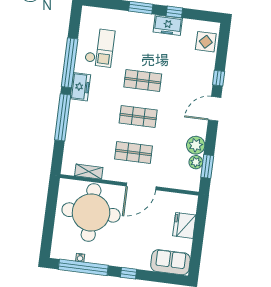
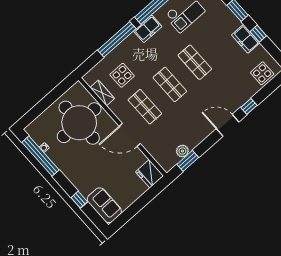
display table: (92, 143) -> (122, 75), added
plant: (196, 145) -> (193, 139), removed
fridge: (184, 225) -> (150, 174), moved, turned -90
window: (128, 273) -> (79, 200), moved

